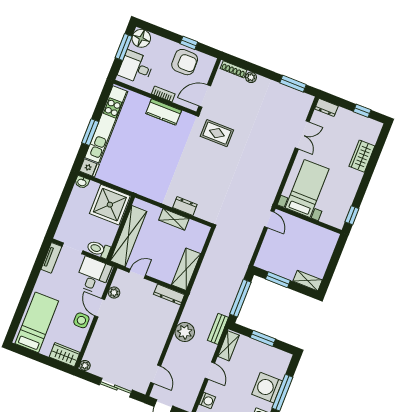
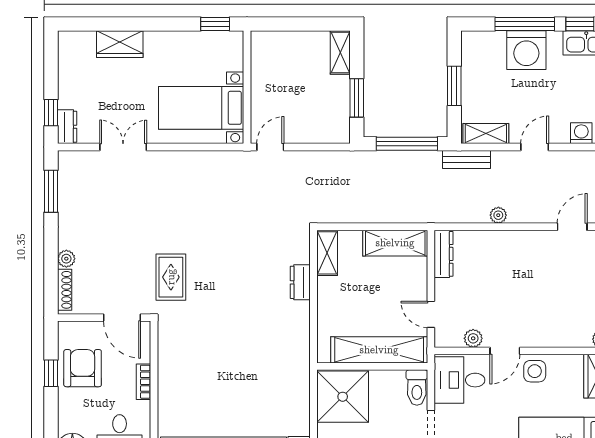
window: (362, 111) -> (51, 113), moved
kitchen counter: (164, 112) -> (170, 370), removed
shelving: (174, 219) -> (327, 253), moved
plant: (185, 332) -> (498, 215), width x0.53, depth x0.53

